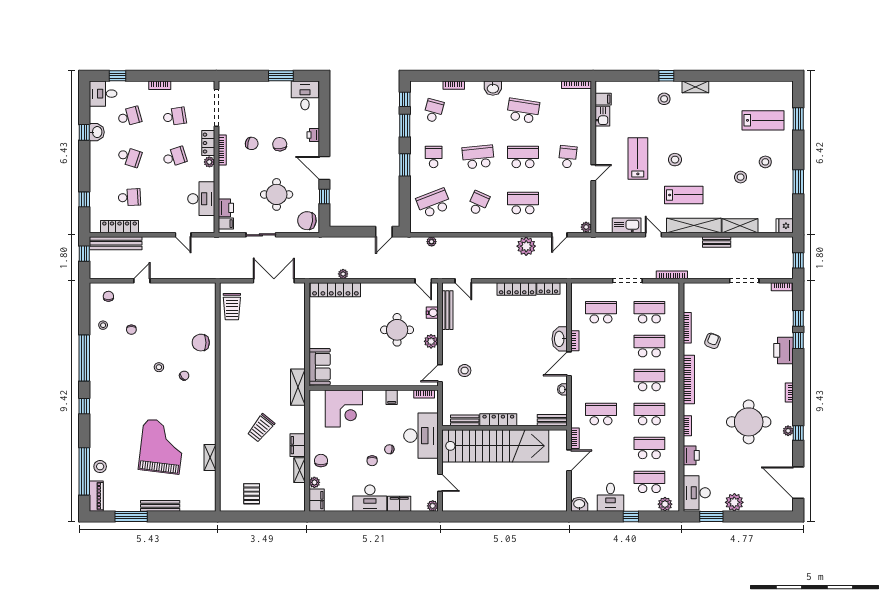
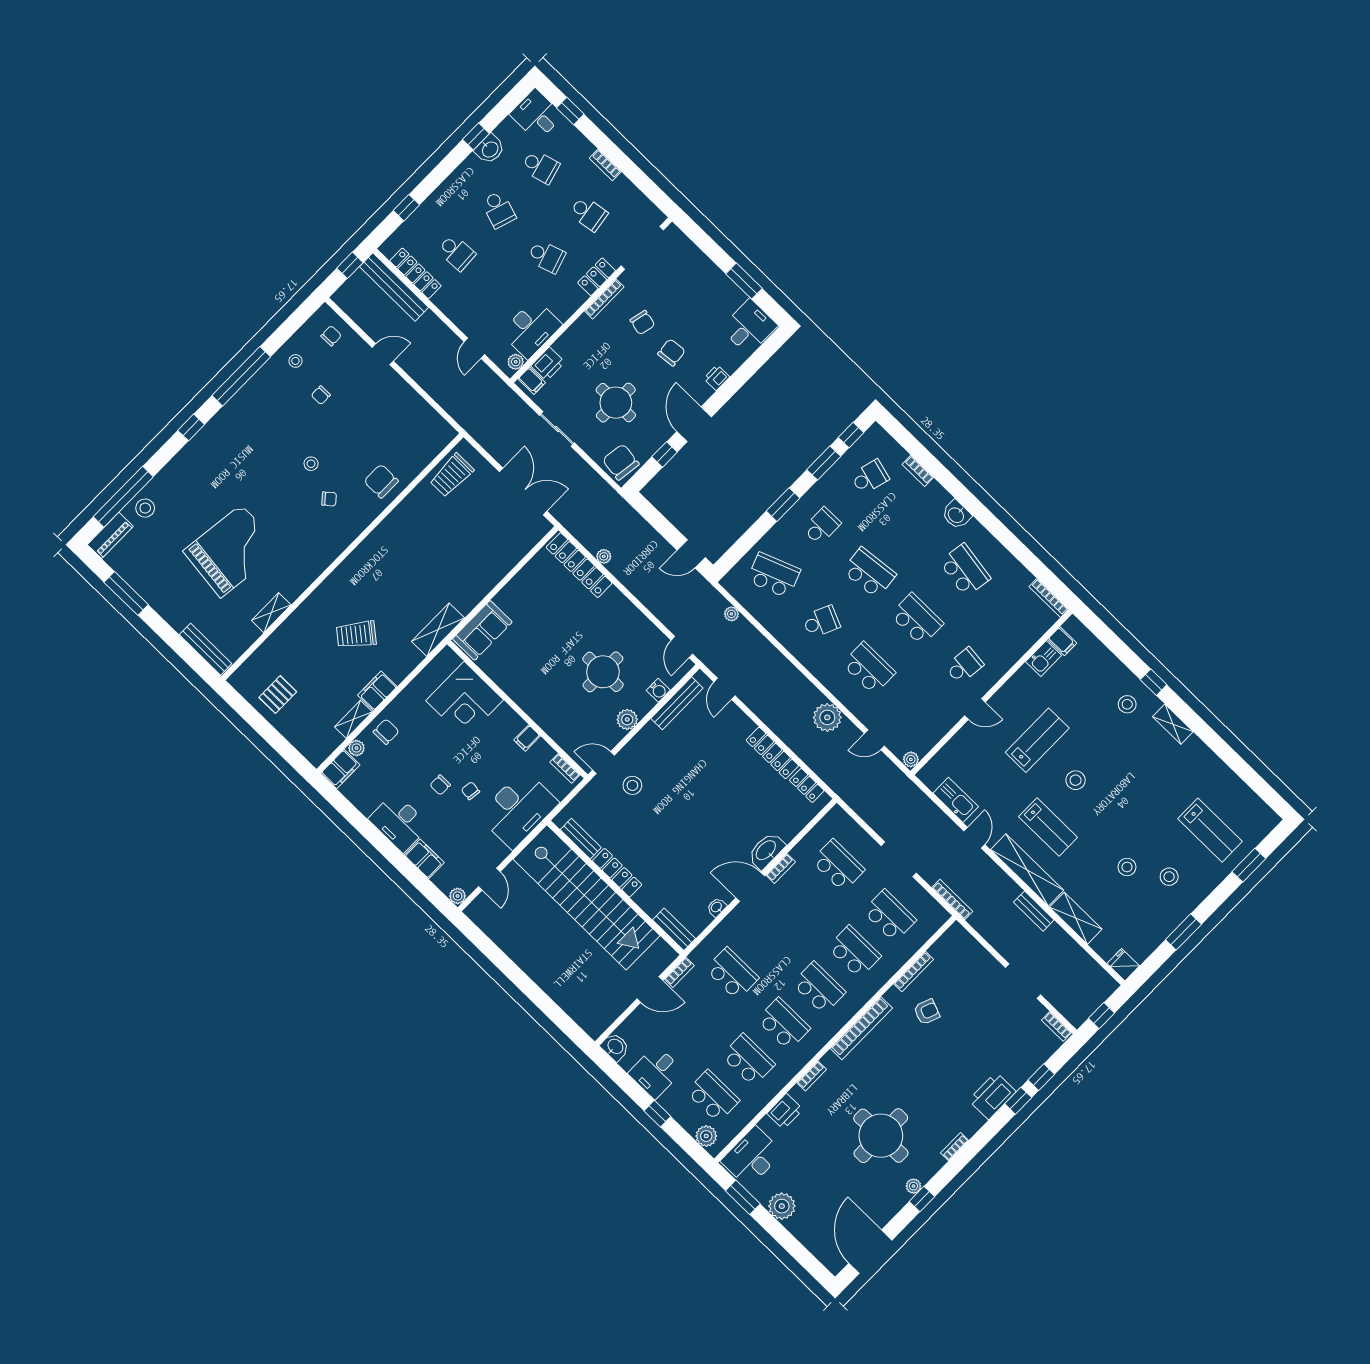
plant: (209, 162) -> (516, 362), moved
bench: (160, 506) -> (206, 649), moved

